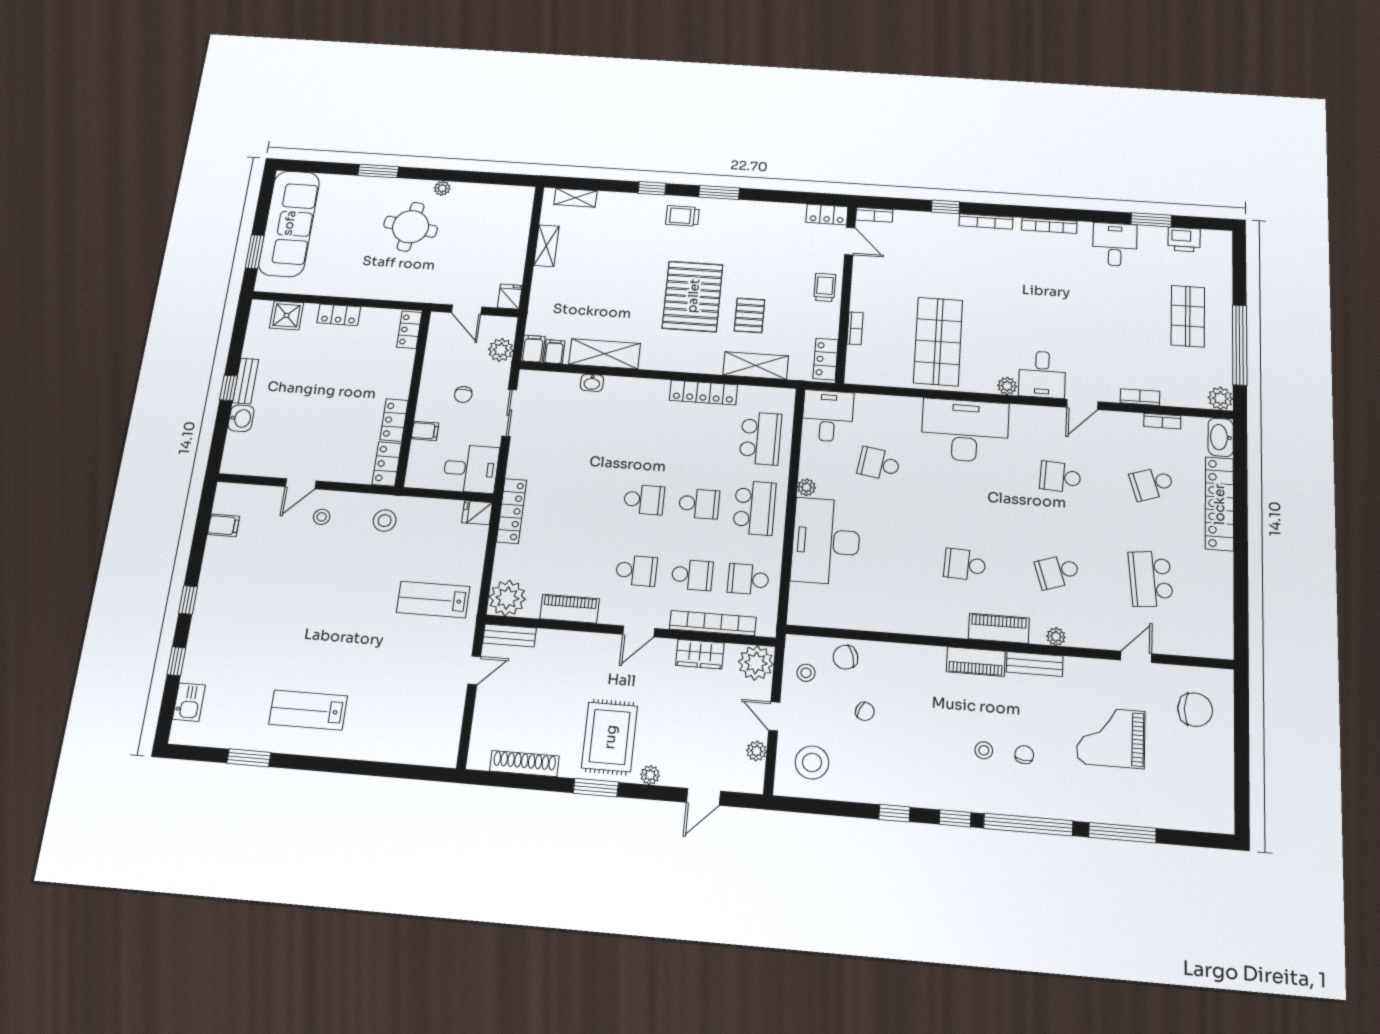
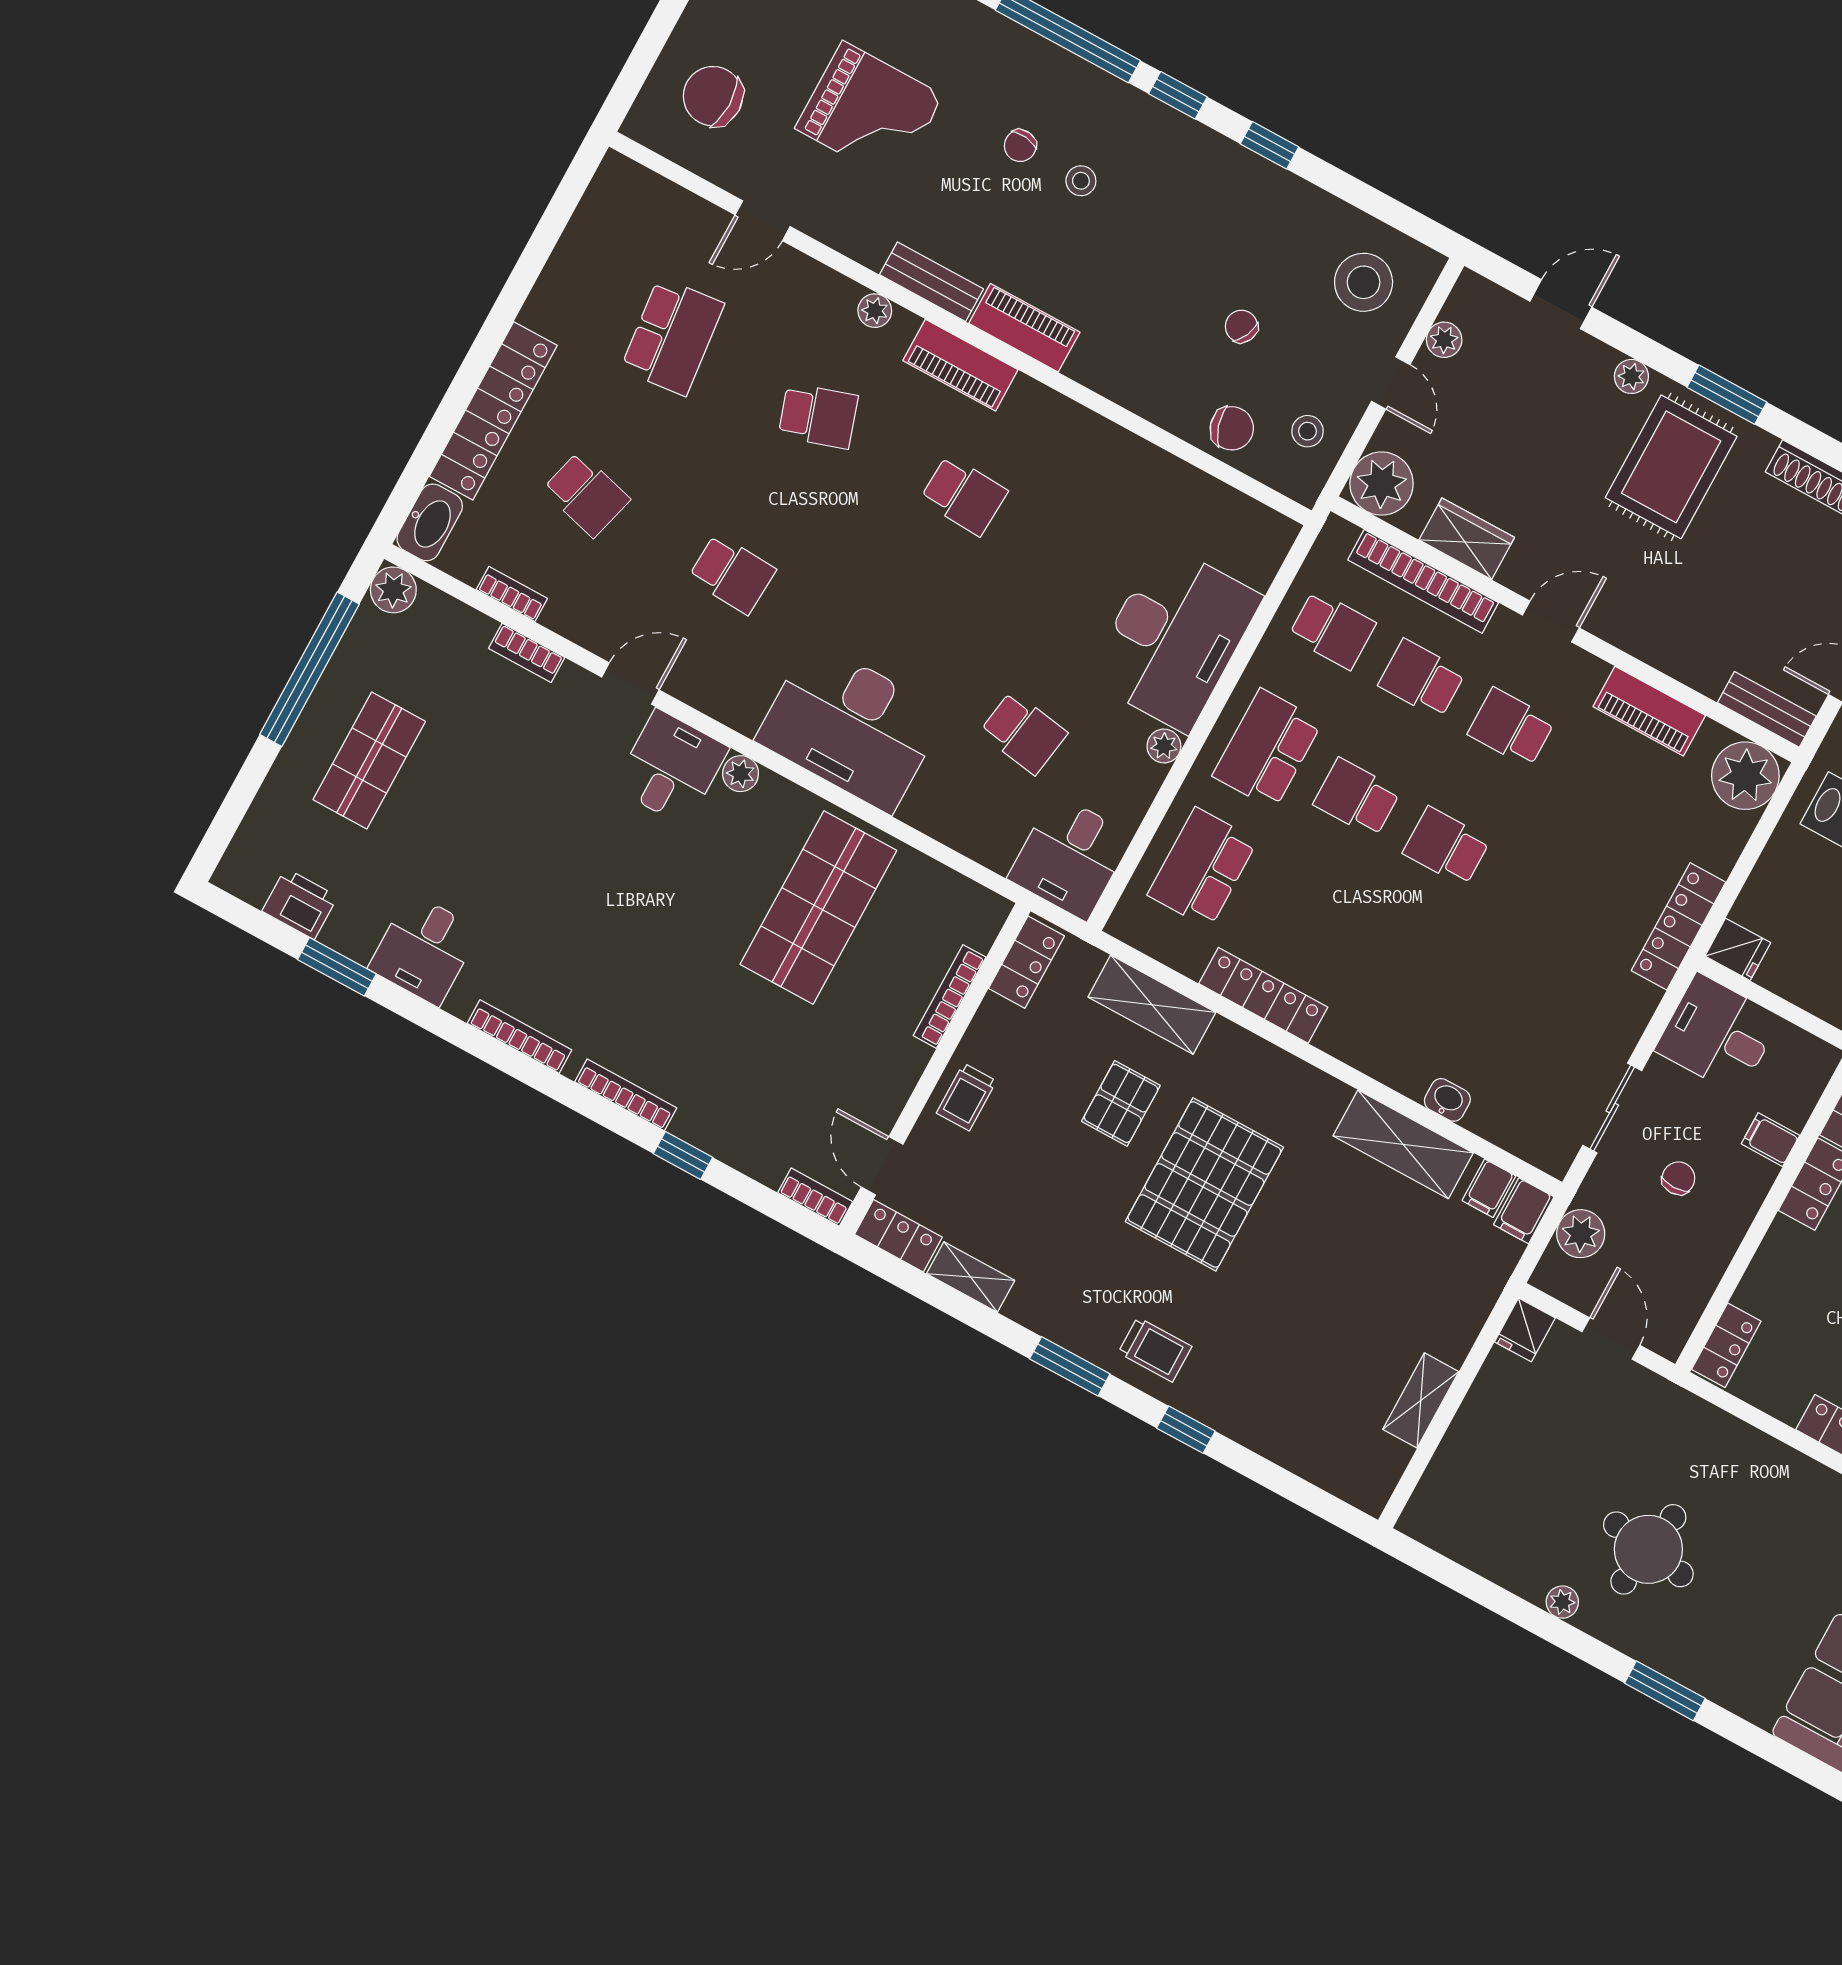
shelving: (576, 198) -> (971, 1277), moved
bookcase: (855, 328) -> (950, 996), width x1.56
school desk: (1152, 484) -> (586, 494), turned 33

